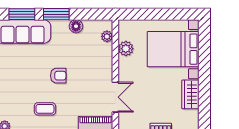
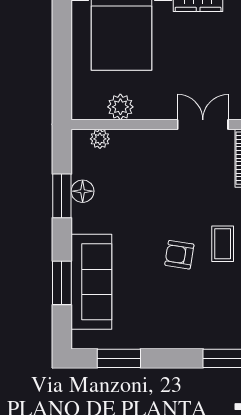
window: (56, 14) -> (62, 196), moved
armchair: (58, 76) -> (179, 255), moved, turned -81

